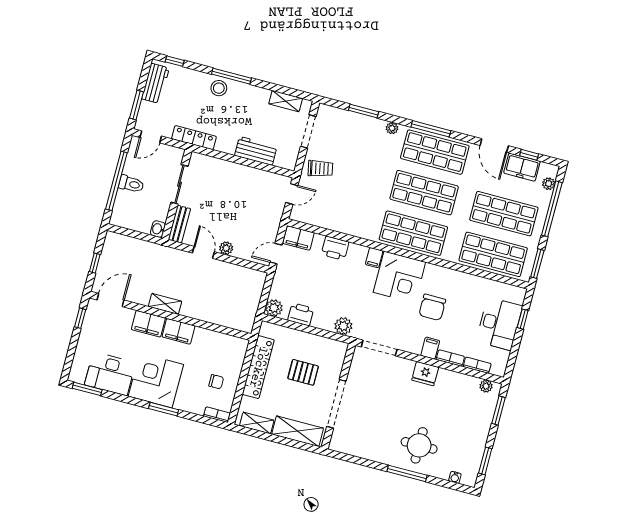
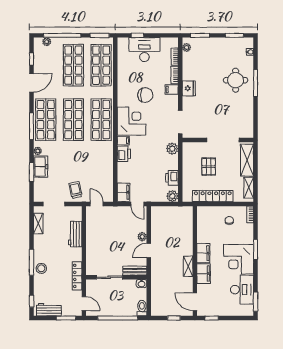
freezer: (522, 167) -> (41, 167), moved
toilet: (131, 184) -> (142, 308), moved
printer: (335, 248) -> (124, 154), moved

